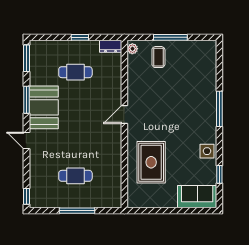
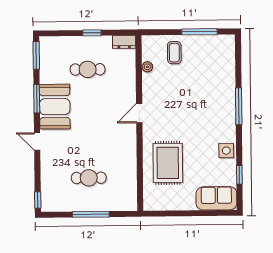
window: (170, 37) -> (199, 32), moved
plant: (132, 49) -> (147, 67), moved

